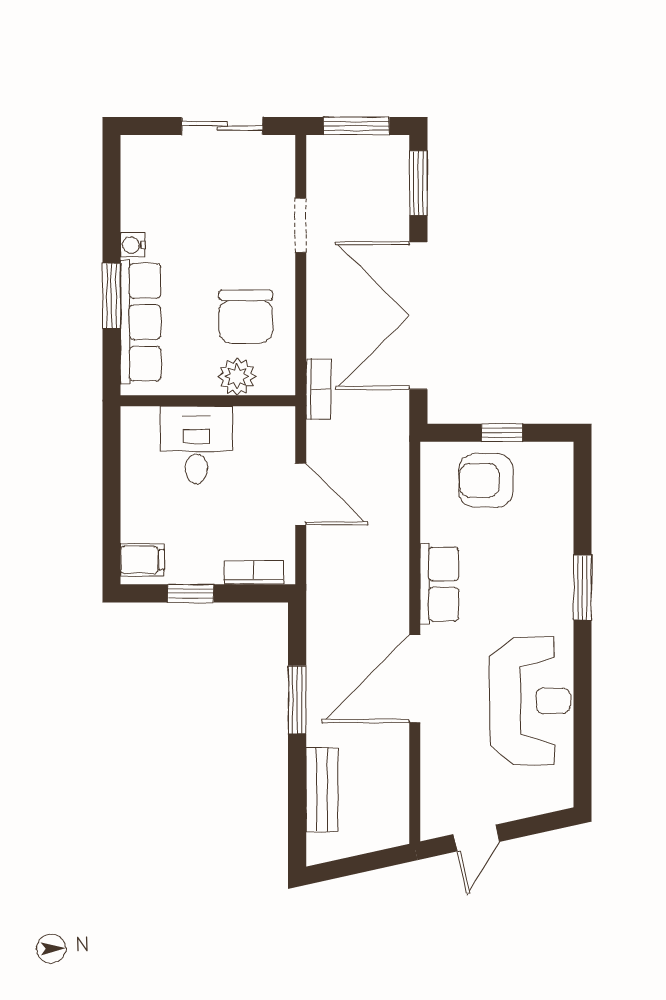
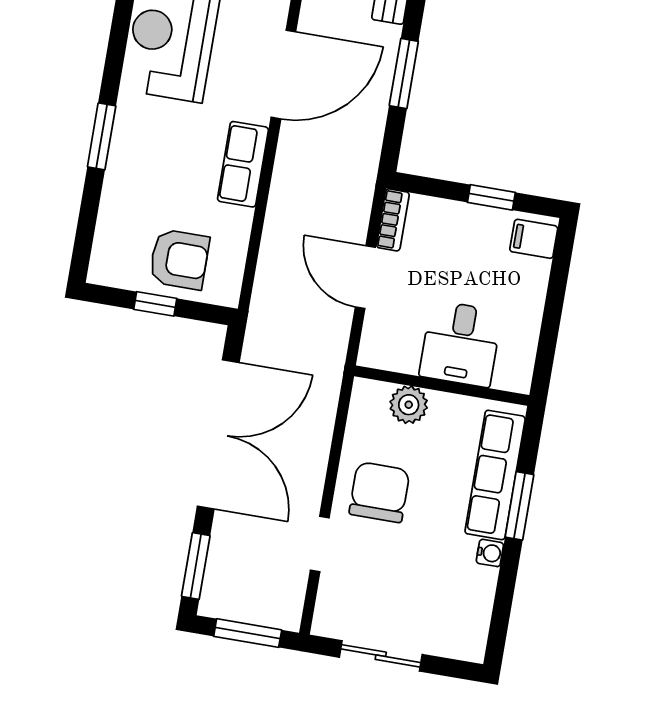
chair: (246, 317) -> (379, 492), moved
bookcase: (318, 389) -> (330, 378), removed
bookcase: (254, 573) -> (393, 220), moved, turned -90

